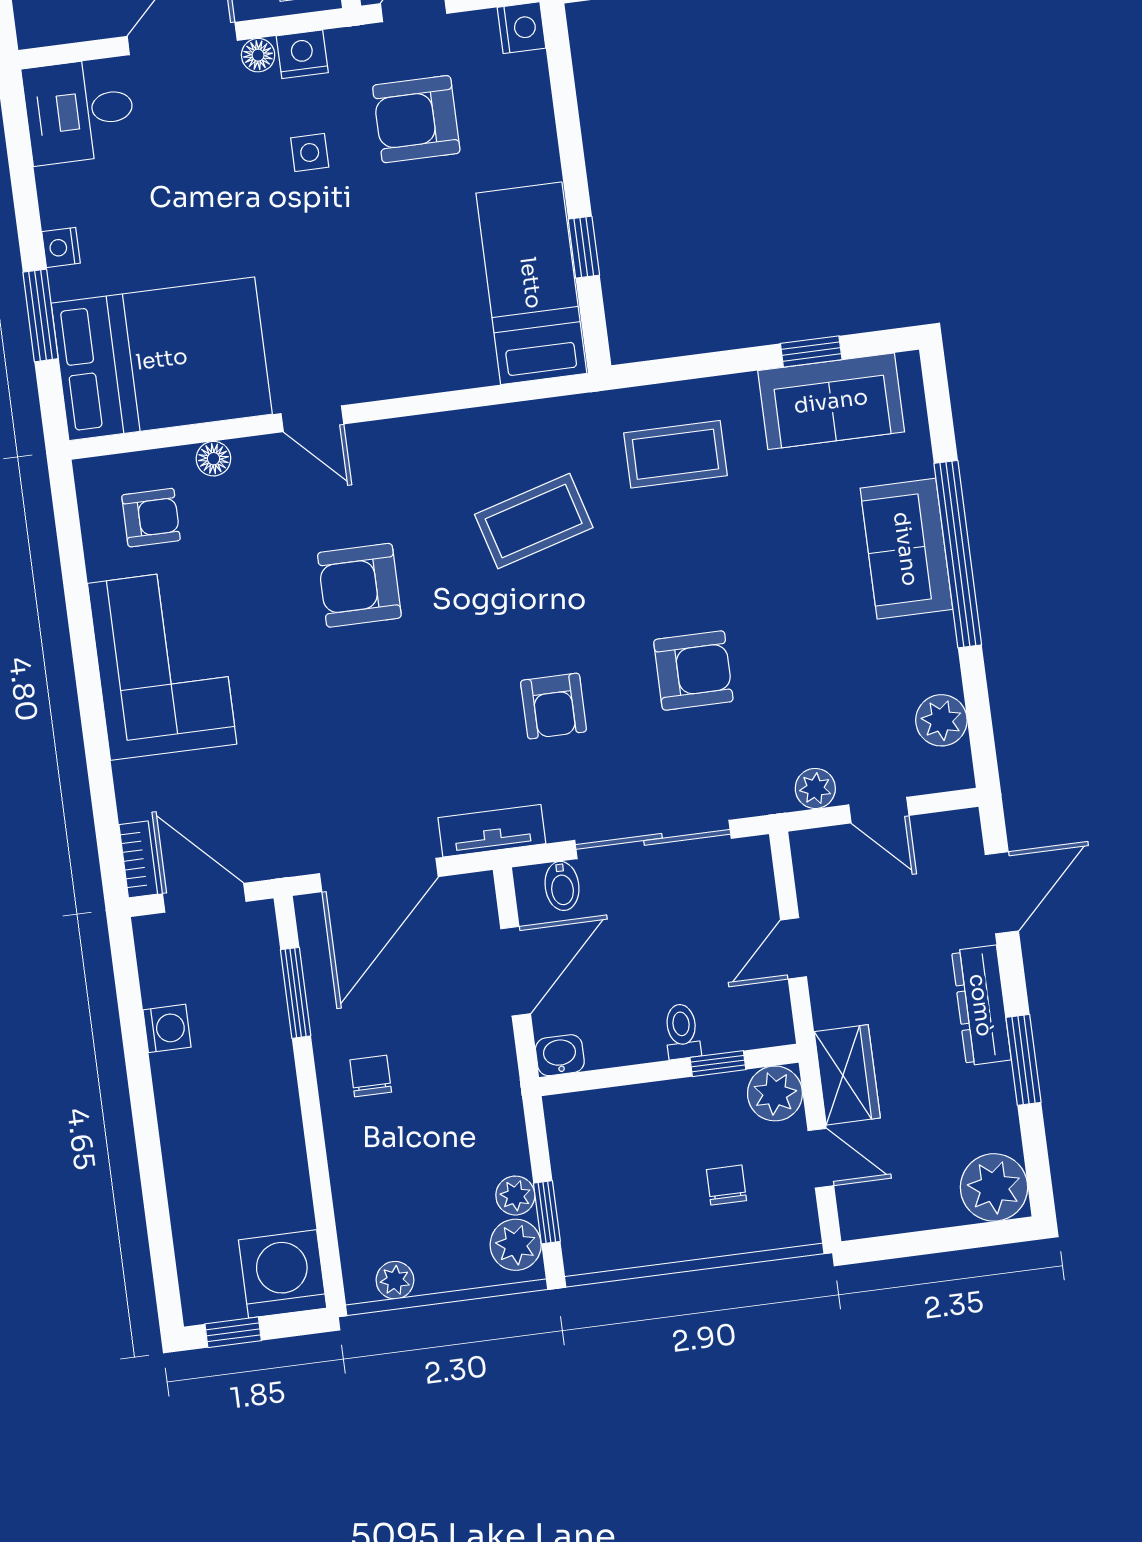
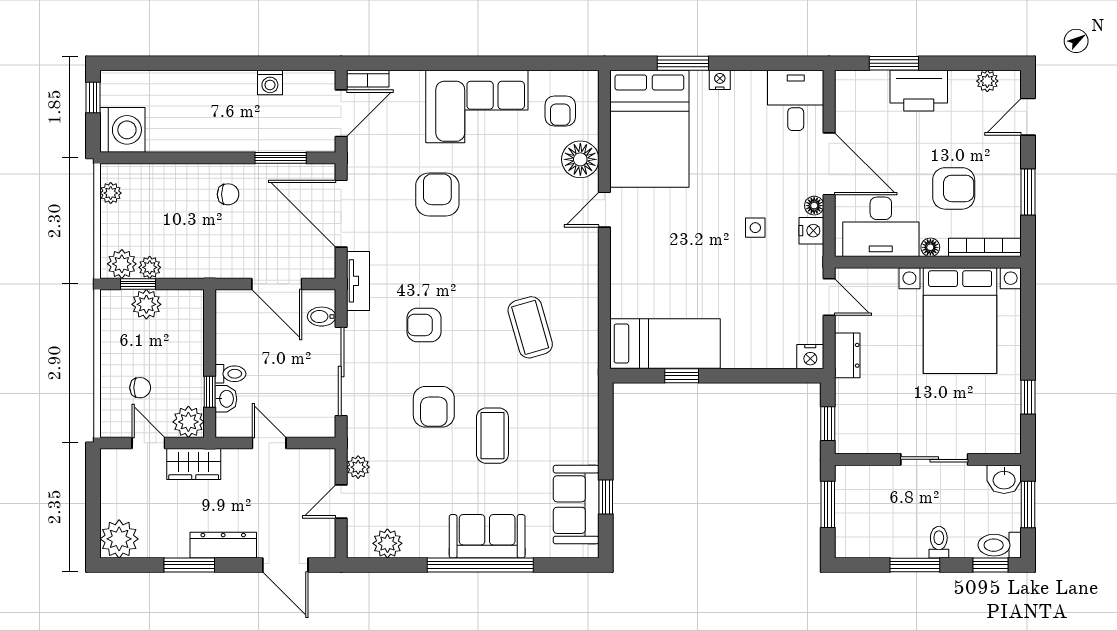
armchair: (416, 119) -> (766, 290), removed
coffee table: (675, 454) -> (492, 436), moved
floor lamp: (213, 459) -> (580, 159), width x1.89, depth x1.89
armchair: (359, 585) -> (437, 195), moved
washbasin: (560, 1055) -> (226, 399), moved
door: (821, 1158) -> (148, 443), swing flipped
plant: (580, 1193) -> (146, 304), added

